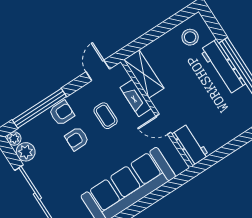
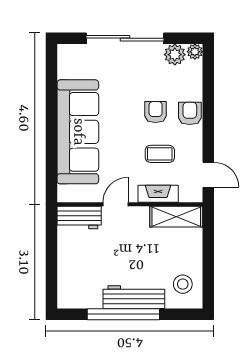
window: (39, 108) -> (208, 95), removed
armchair: (62, 113) -> (190, 113), turned 180

